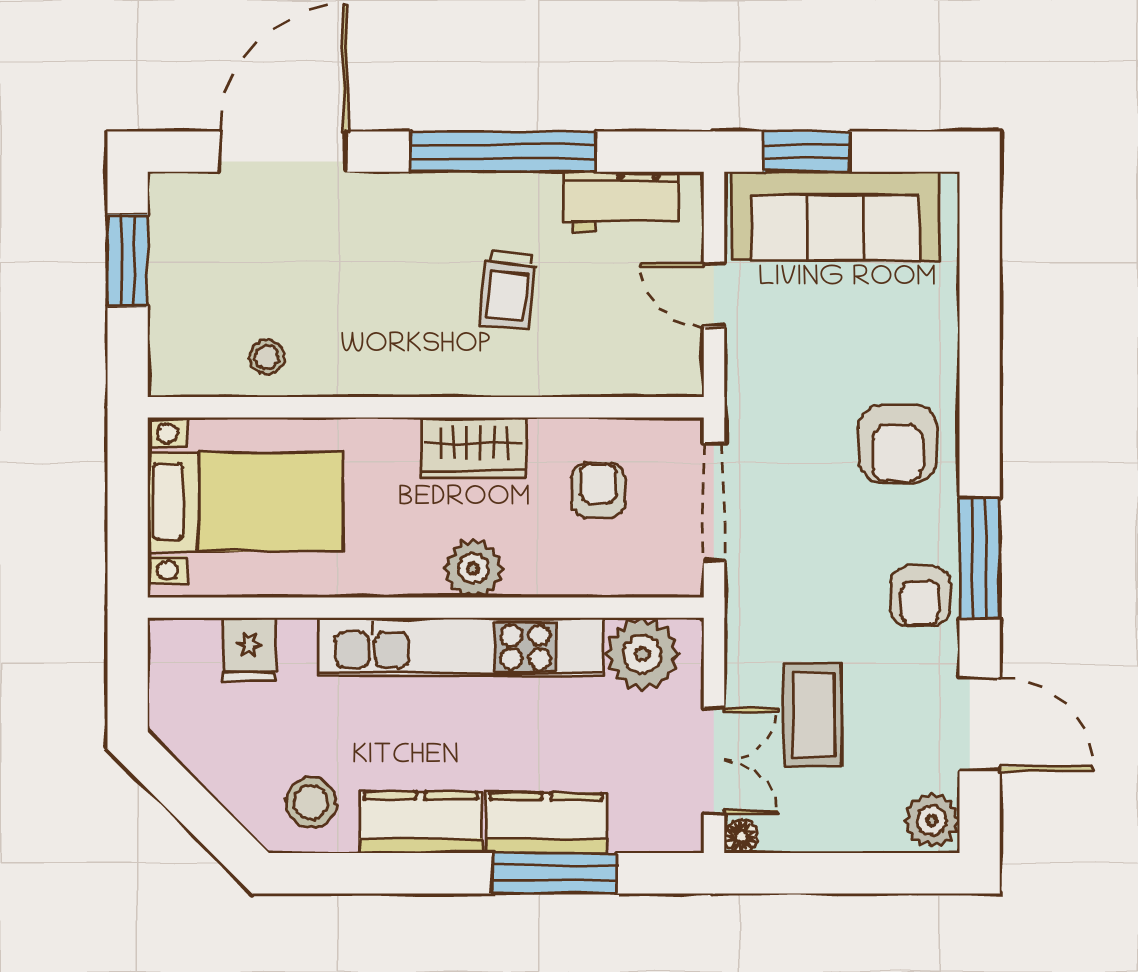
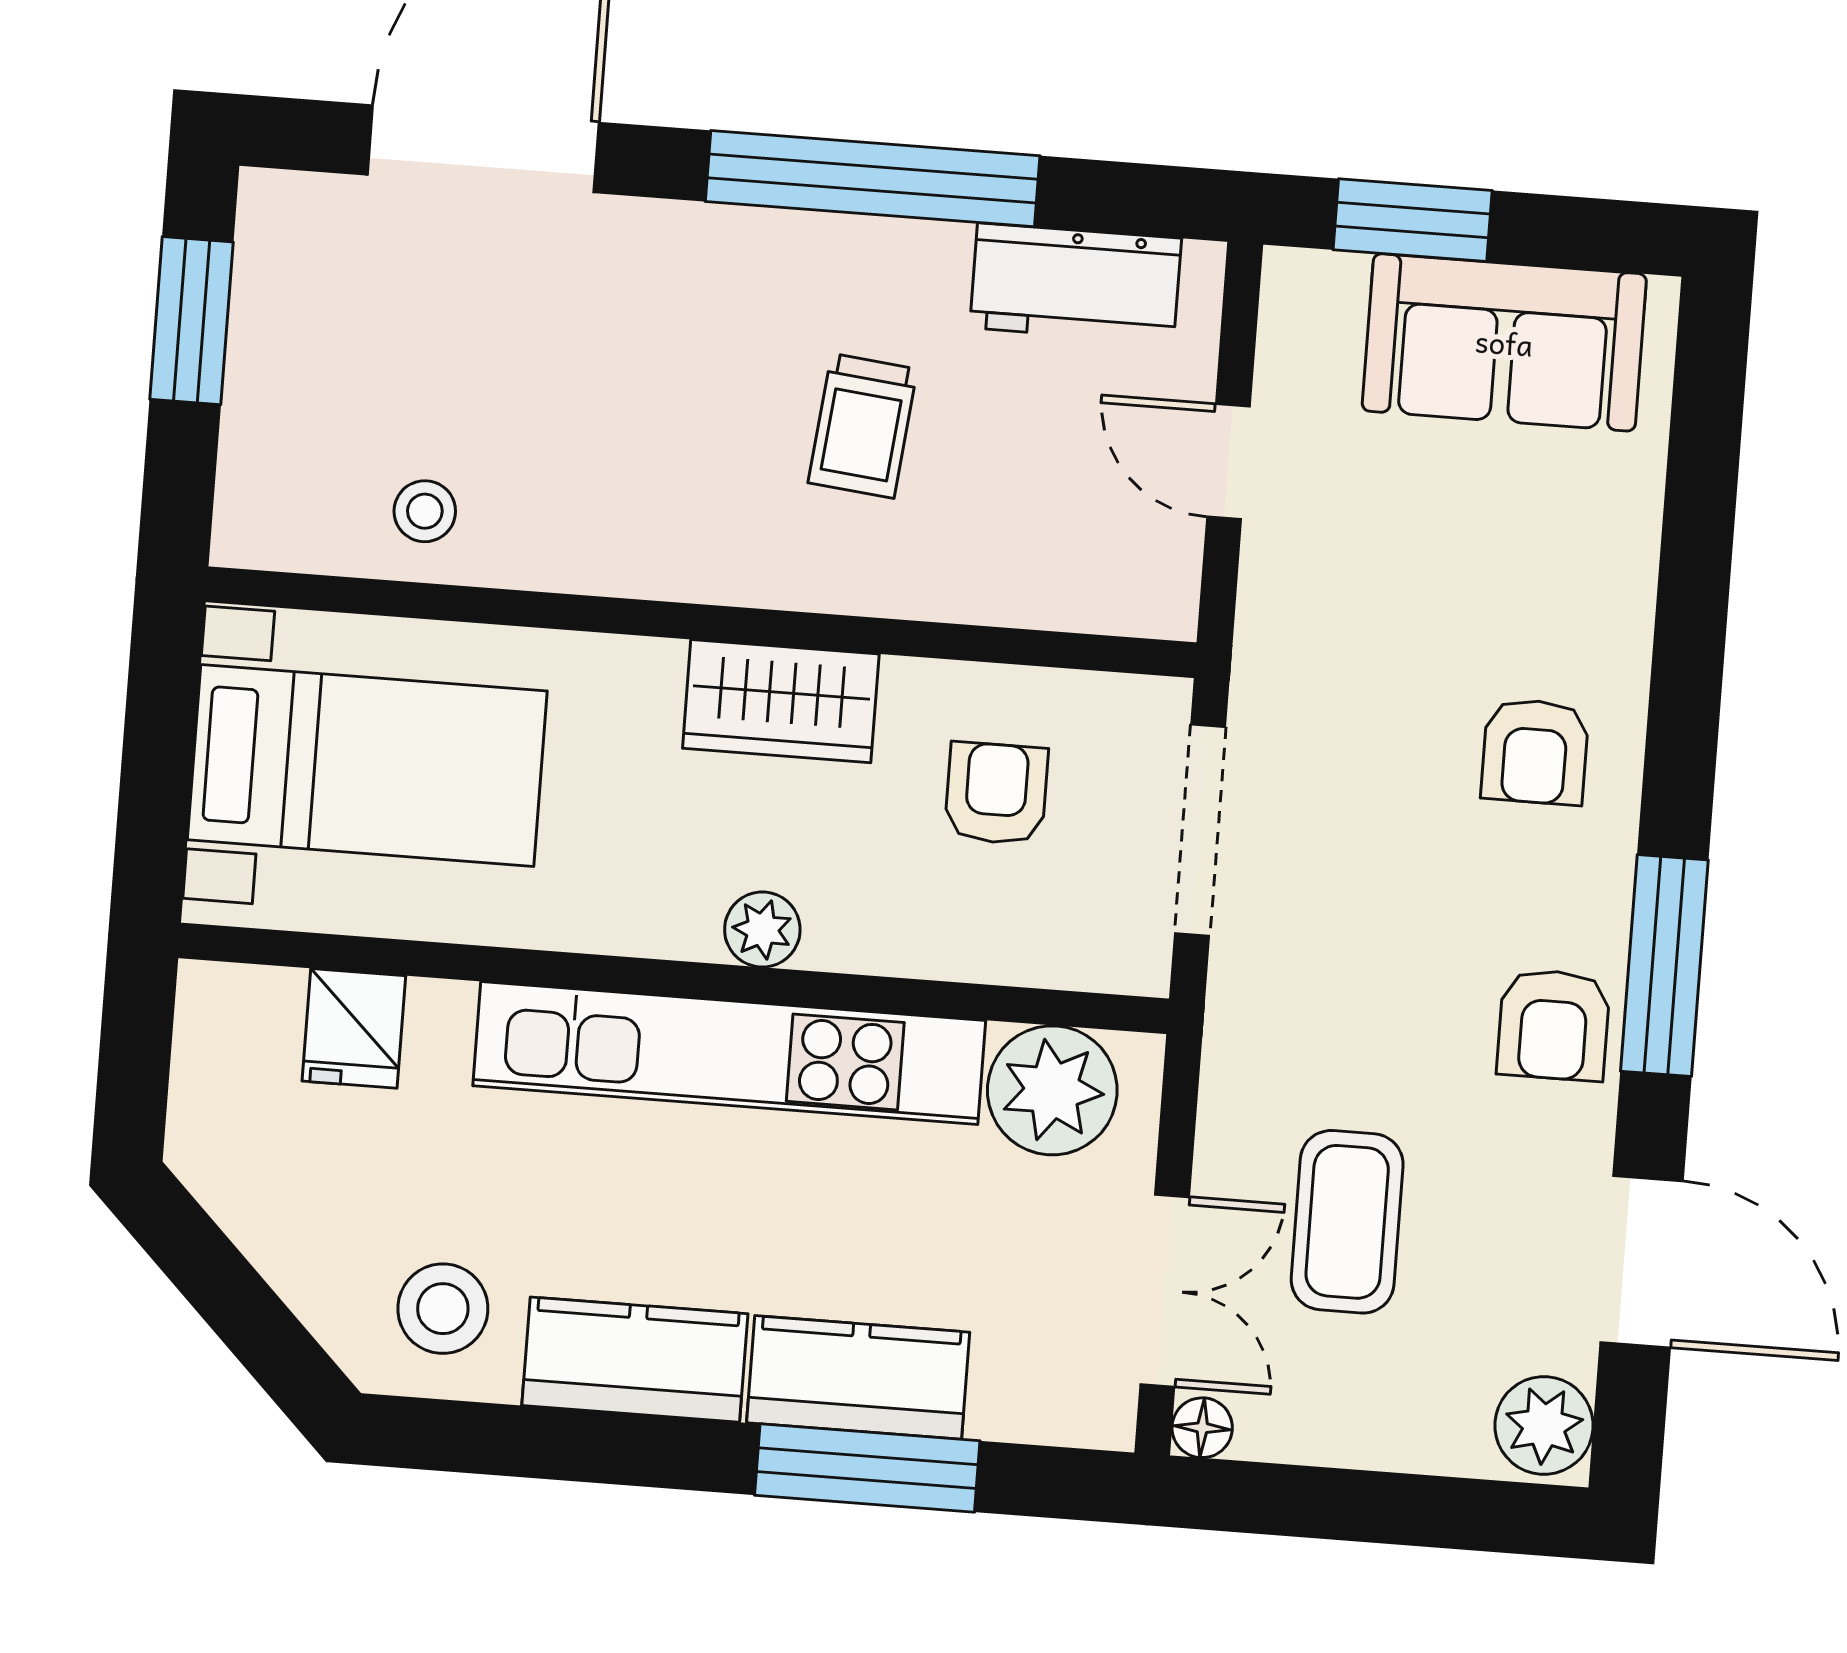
sofa: (836, 216) -> (1504, 342), width x0.73
armchair: (898, 444) -> (1535, 752), width x0.72, depth x0.72
plant: (473, 569) -> (762, 929), width x0.73, depth x0.73

